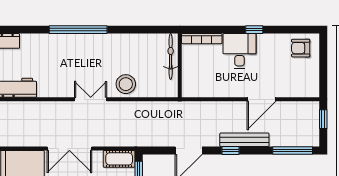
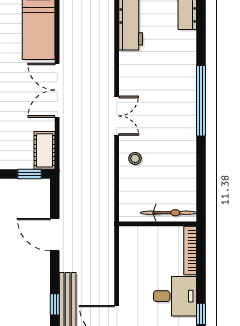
stool: (126, 84) -> (135, 158), width x0.53, depth x0.53
window: (231, 150) -> (55, 304), moved

